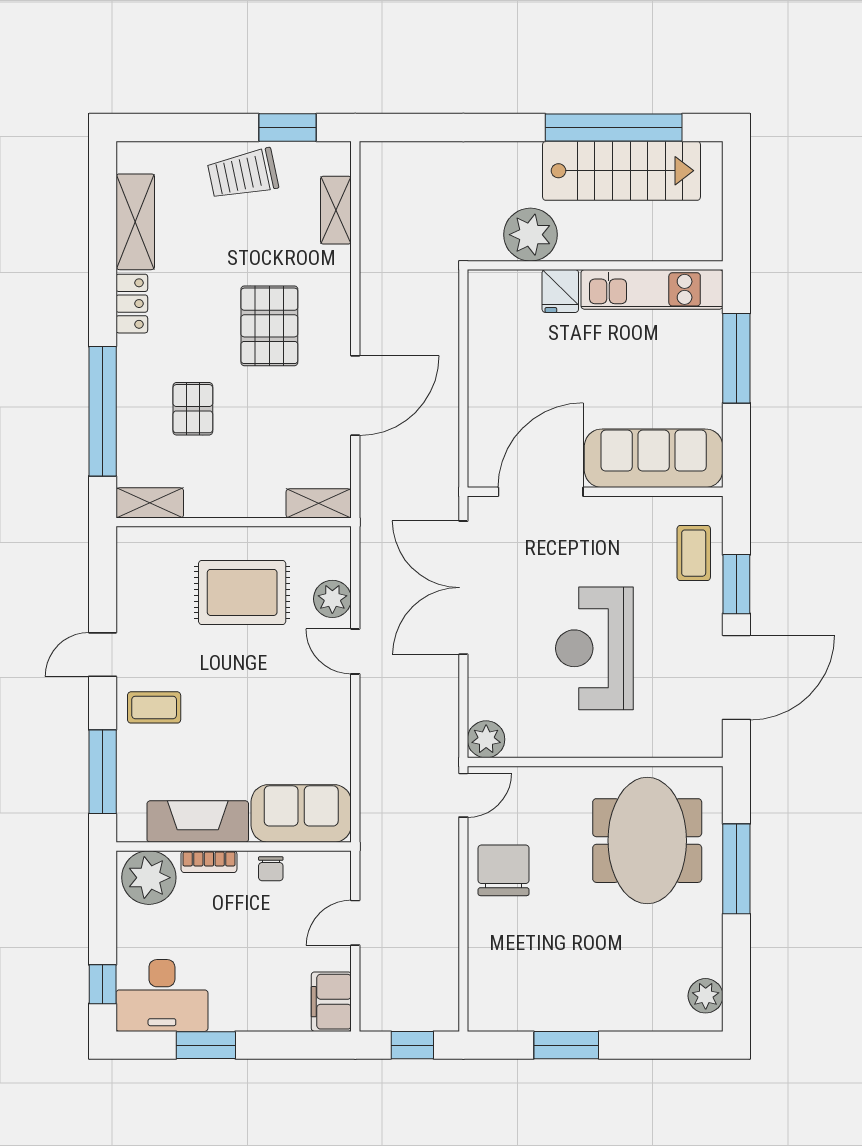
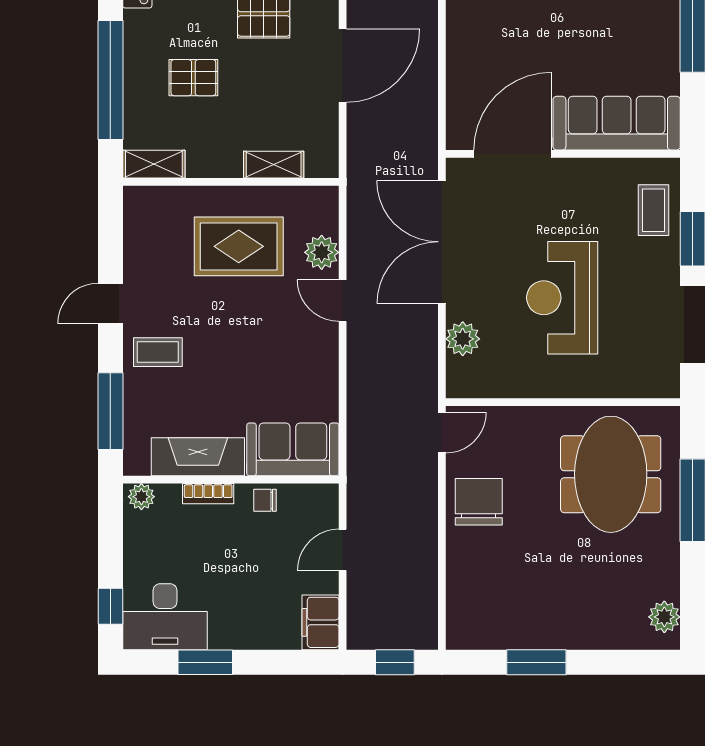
pallet: (193, 409) -> (193, 78), turned 90
shelving: (319, 503) -> (274, 165), moved
plant: (486, 739) -> (463, 339), moved
chair: (271, 869) -> (265, 500), turned 90
plant: (149, 878) -> (141, 497), width x0.53, depth x0.53

